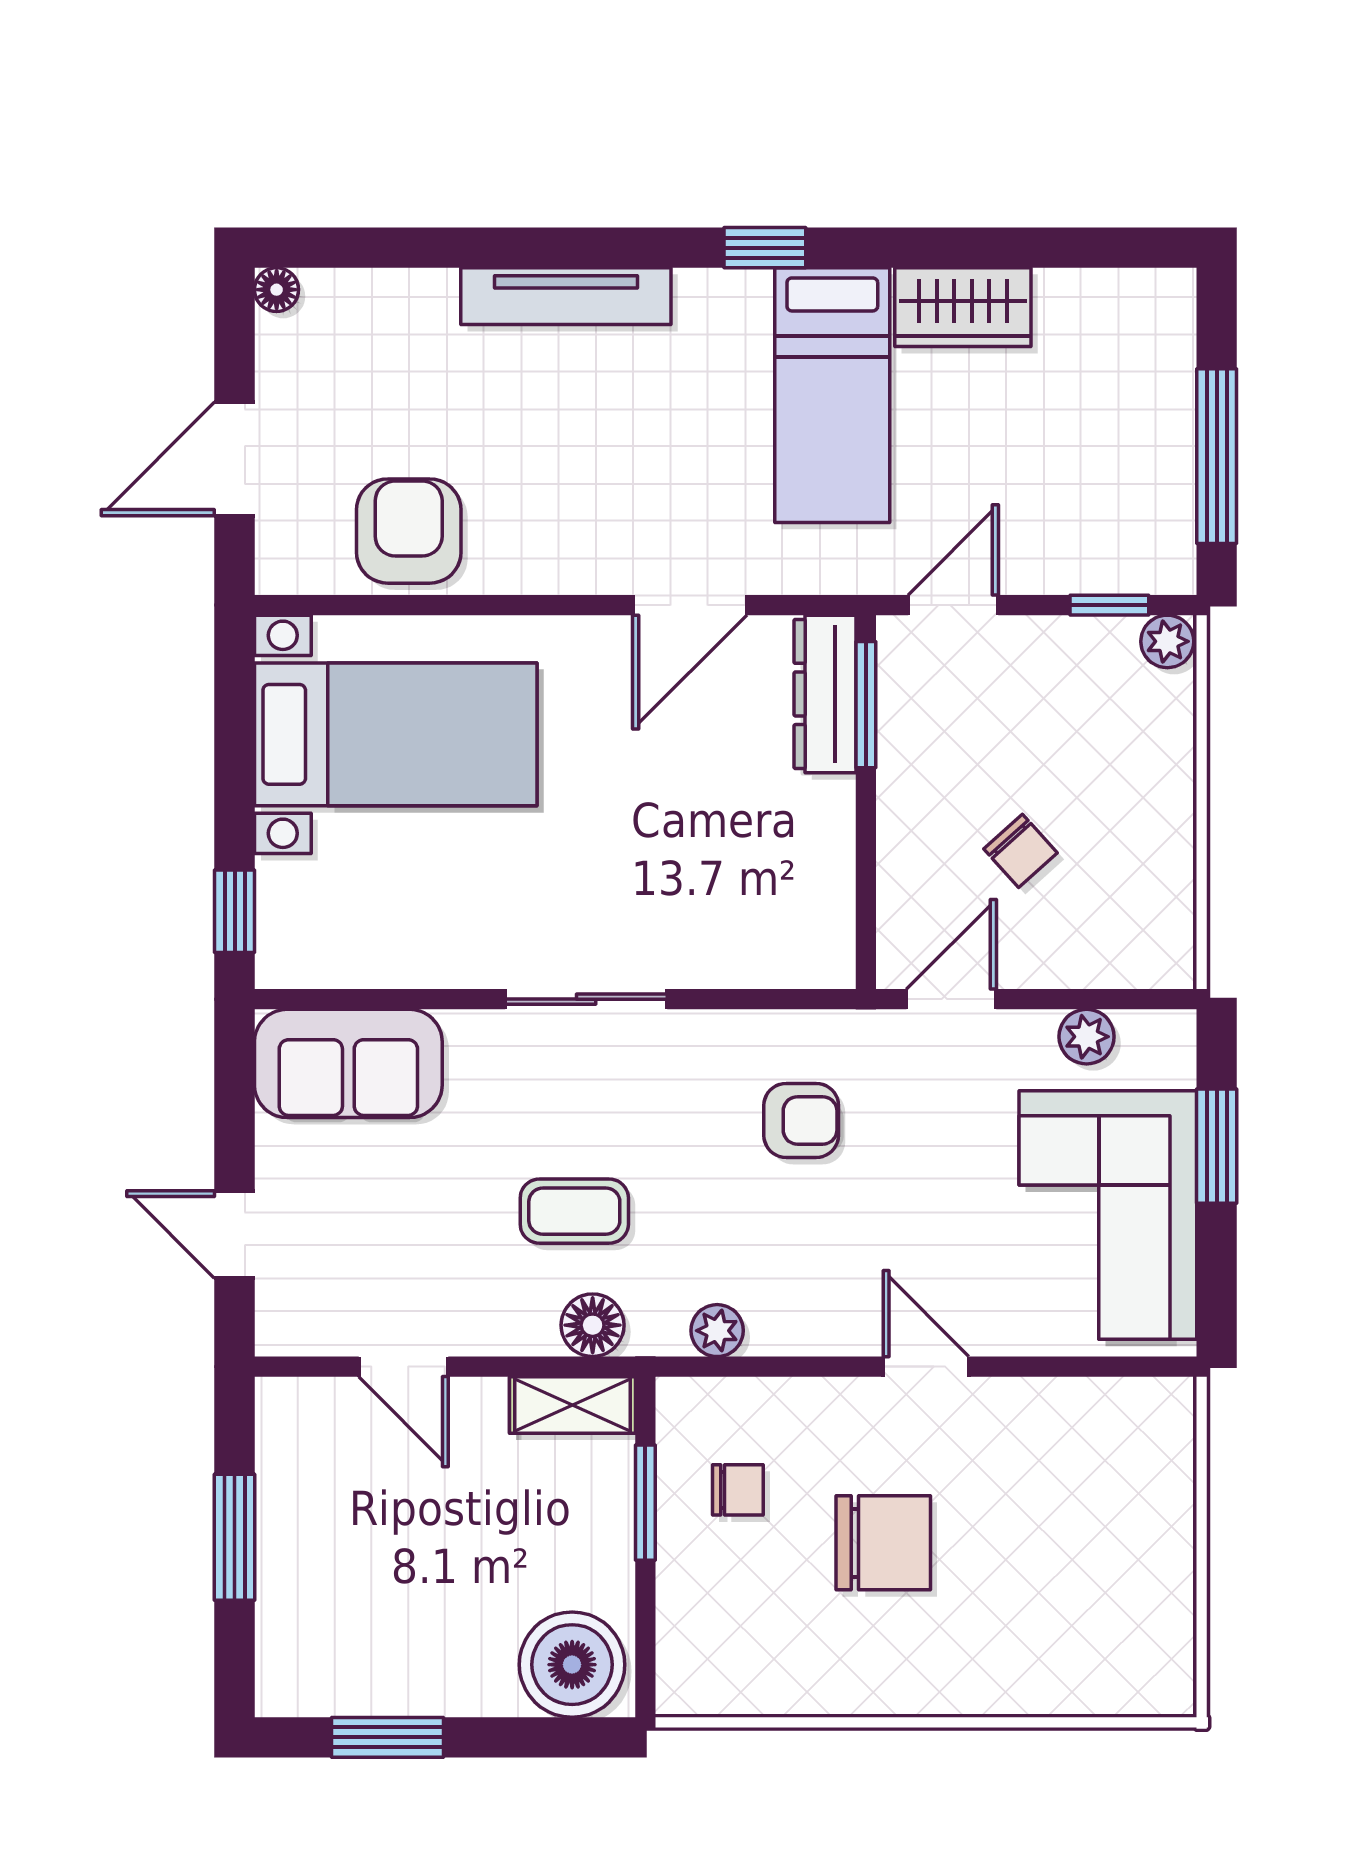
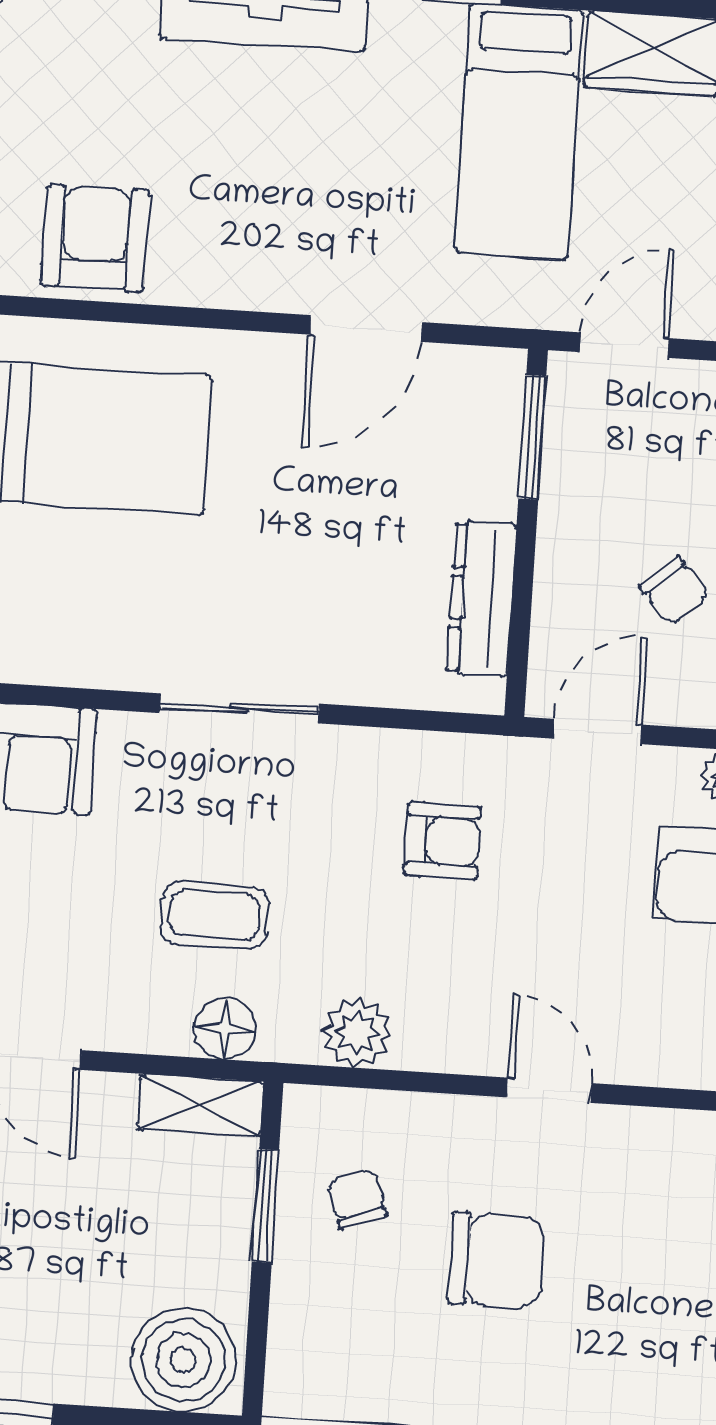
dresser: (825, 694) -> (482, 599), moved
plant: (717, 1331) -> (357, 1033), width x1.38, depth x1.38
chair: (738, 1490) -> (357, 1199), turned -110

